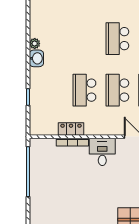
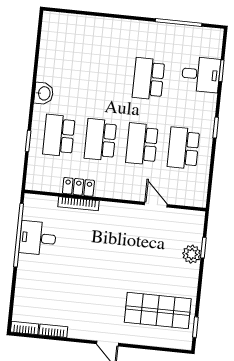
plant: (35, 44) -> (43, 74), removed
school desk: (52, 90) -> (59, 135), added
desk: (102, 152) -> (38, 238), moved, turned -90

